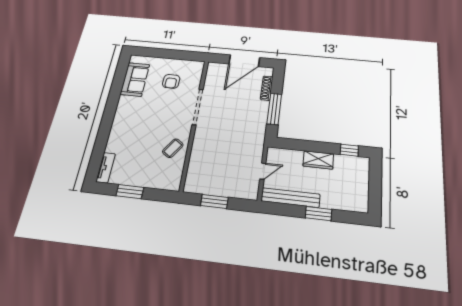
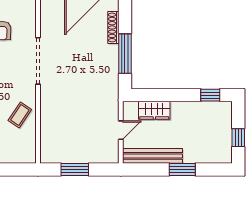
wardrobe: (318, 160) -> (154, 110), moved
window: (375, 190) -> (238, 138), added

